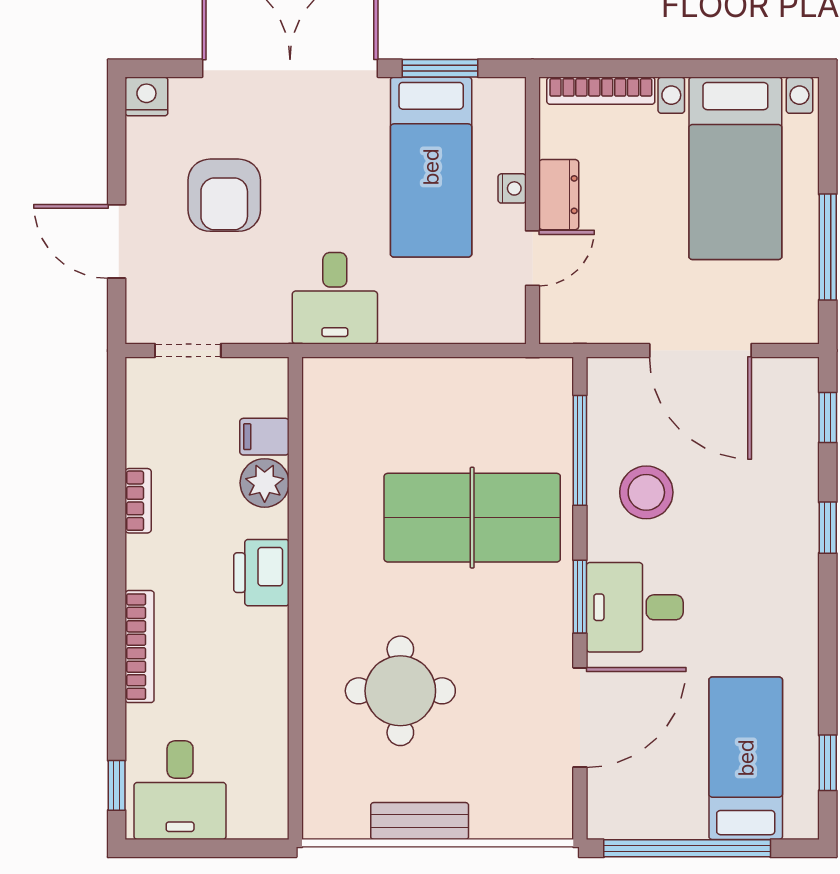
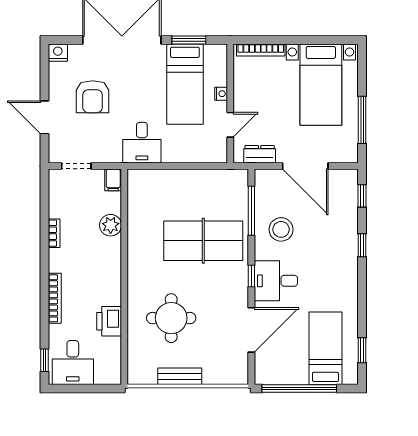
dresser: (559, 195) -> (260, 154), moved, turned -90
filing cabinet: (264, 437) -> (113, 180), moved, turned -90
printer: (261, 573) -> (109, 321), moved
window: (580, 597) -> (251, 276), width x0.67

